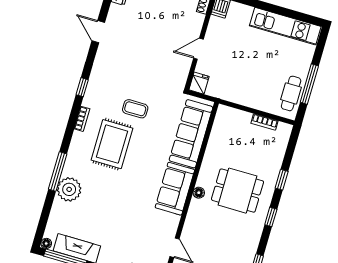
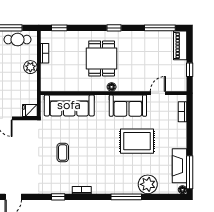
plant: (252, 100) -> (30, 67), added
rug: (112, 144) -> (137, 141), moved
window: (282, 180) -> (59, 28), moved
plant: (69, 189) -> (148, 184), moved
sofa: (175, 189) -> (128, 106), moved

